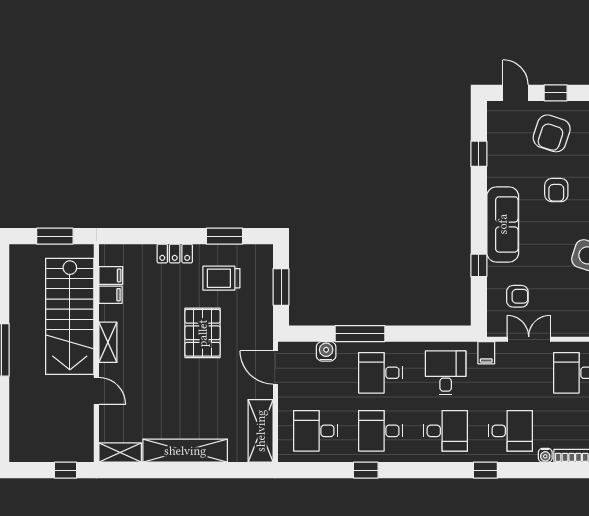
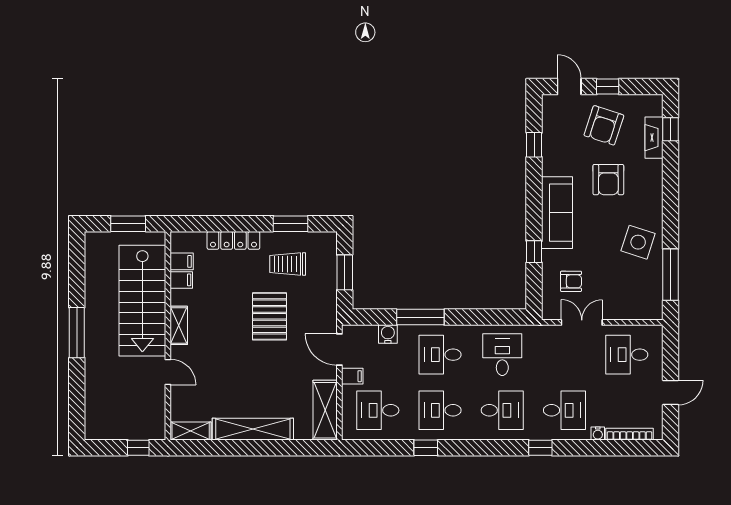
armchair: (556, 190) -> (608, 180), width x1.38, depth x1.38
locker: (175, 254) -> (233, 240), width x1.53
filing cabinet: (486, 353) -> (352, 376), moved, turned -90

